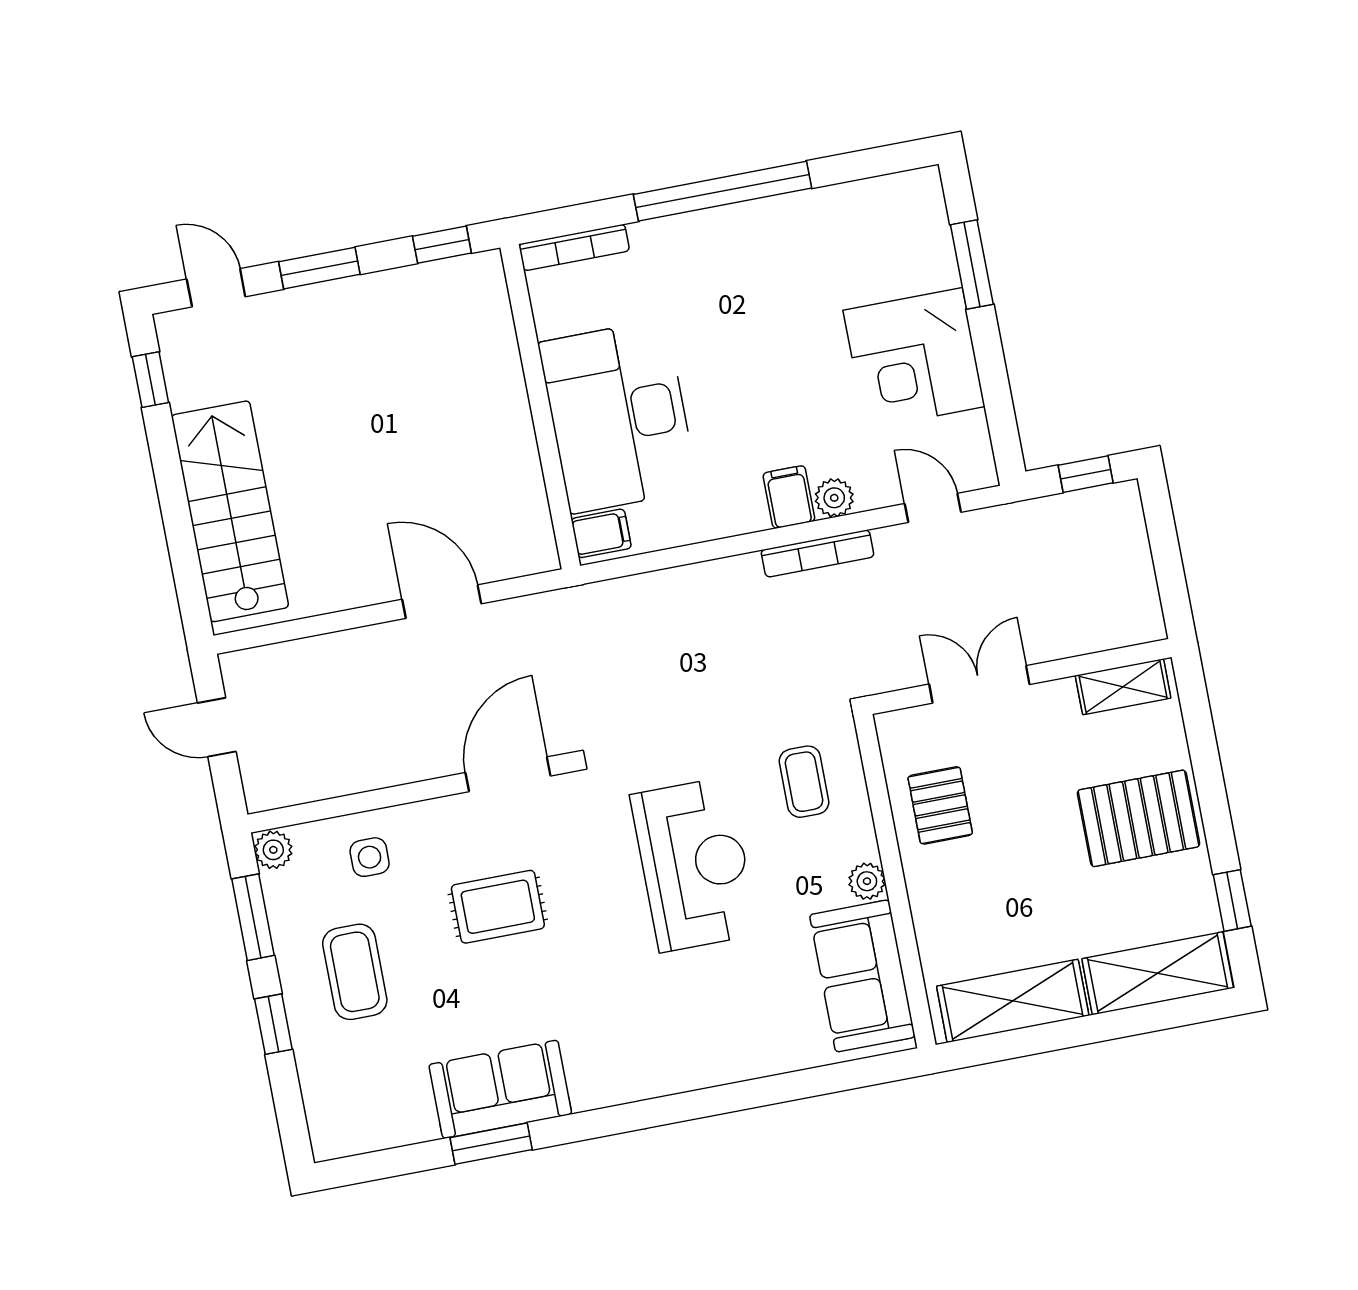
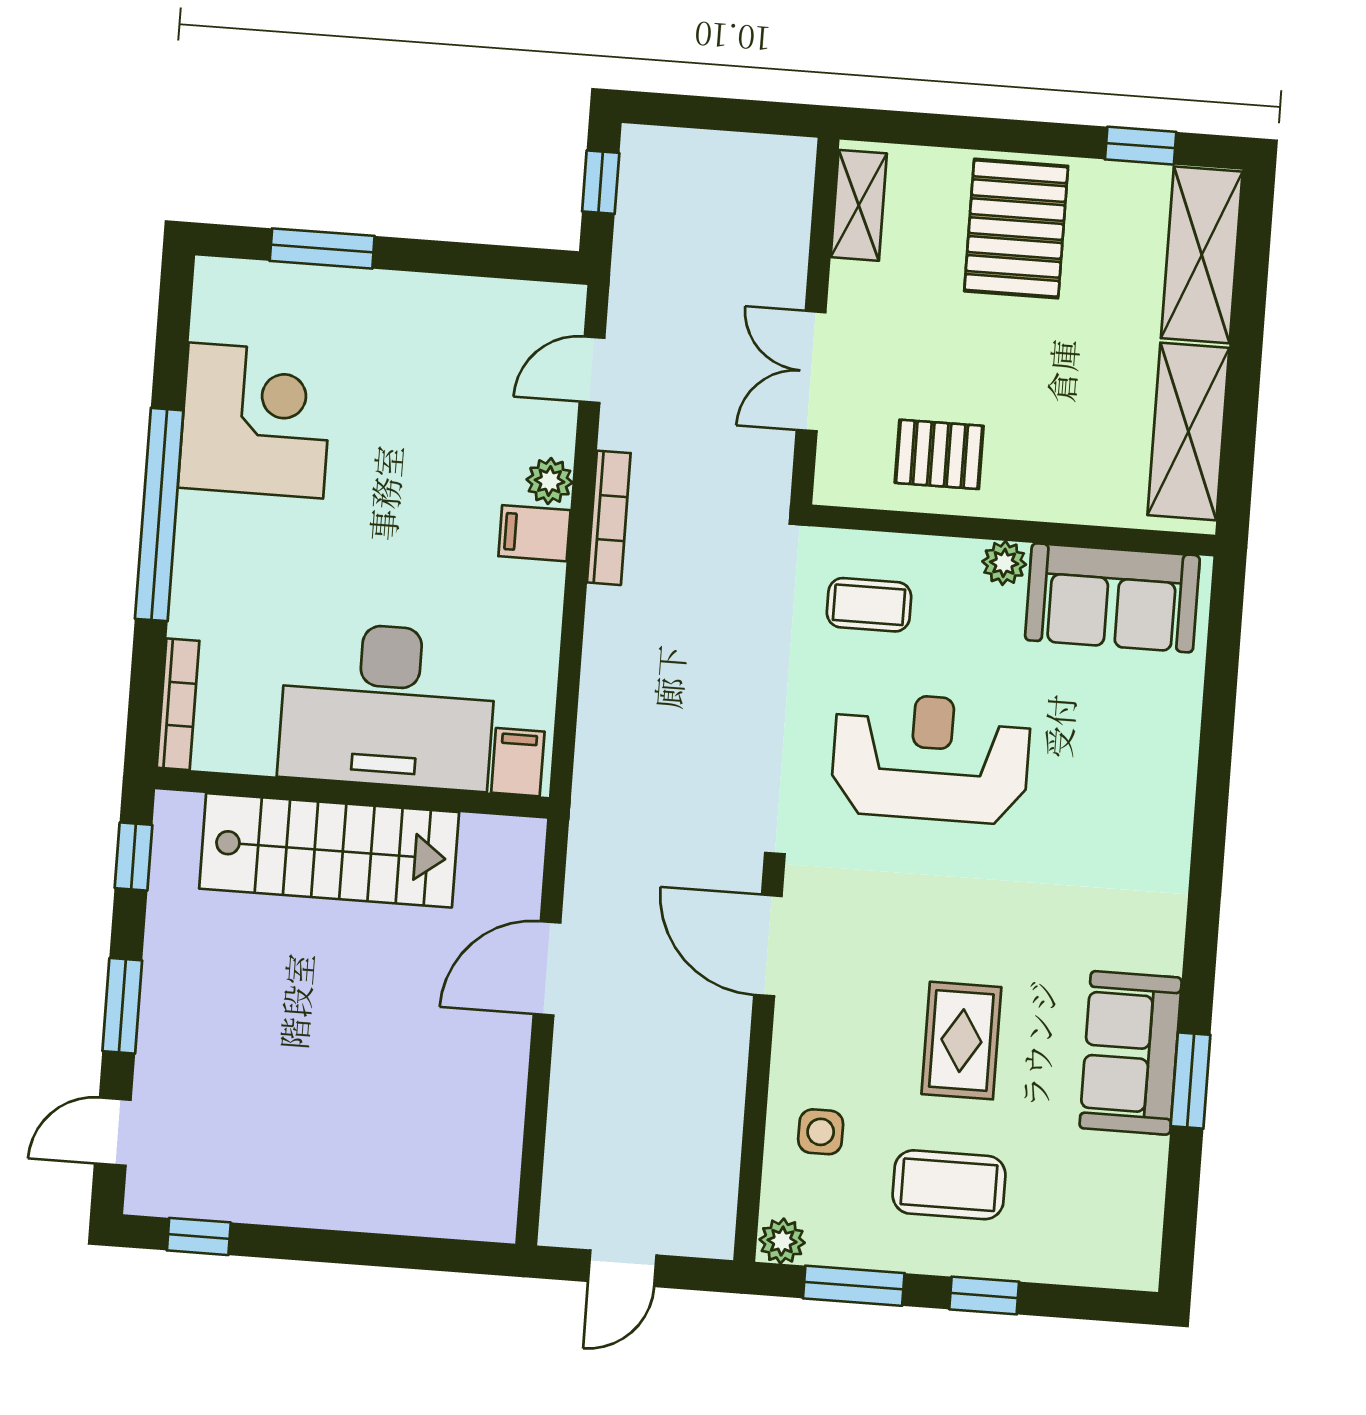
corner desk: (914, 358) -> (256, 420), moved, turned -90
stairs: (230, 511) -> (329, 850), moved, turned 180
rug: (498, 907) -> (961, 1041), moved

